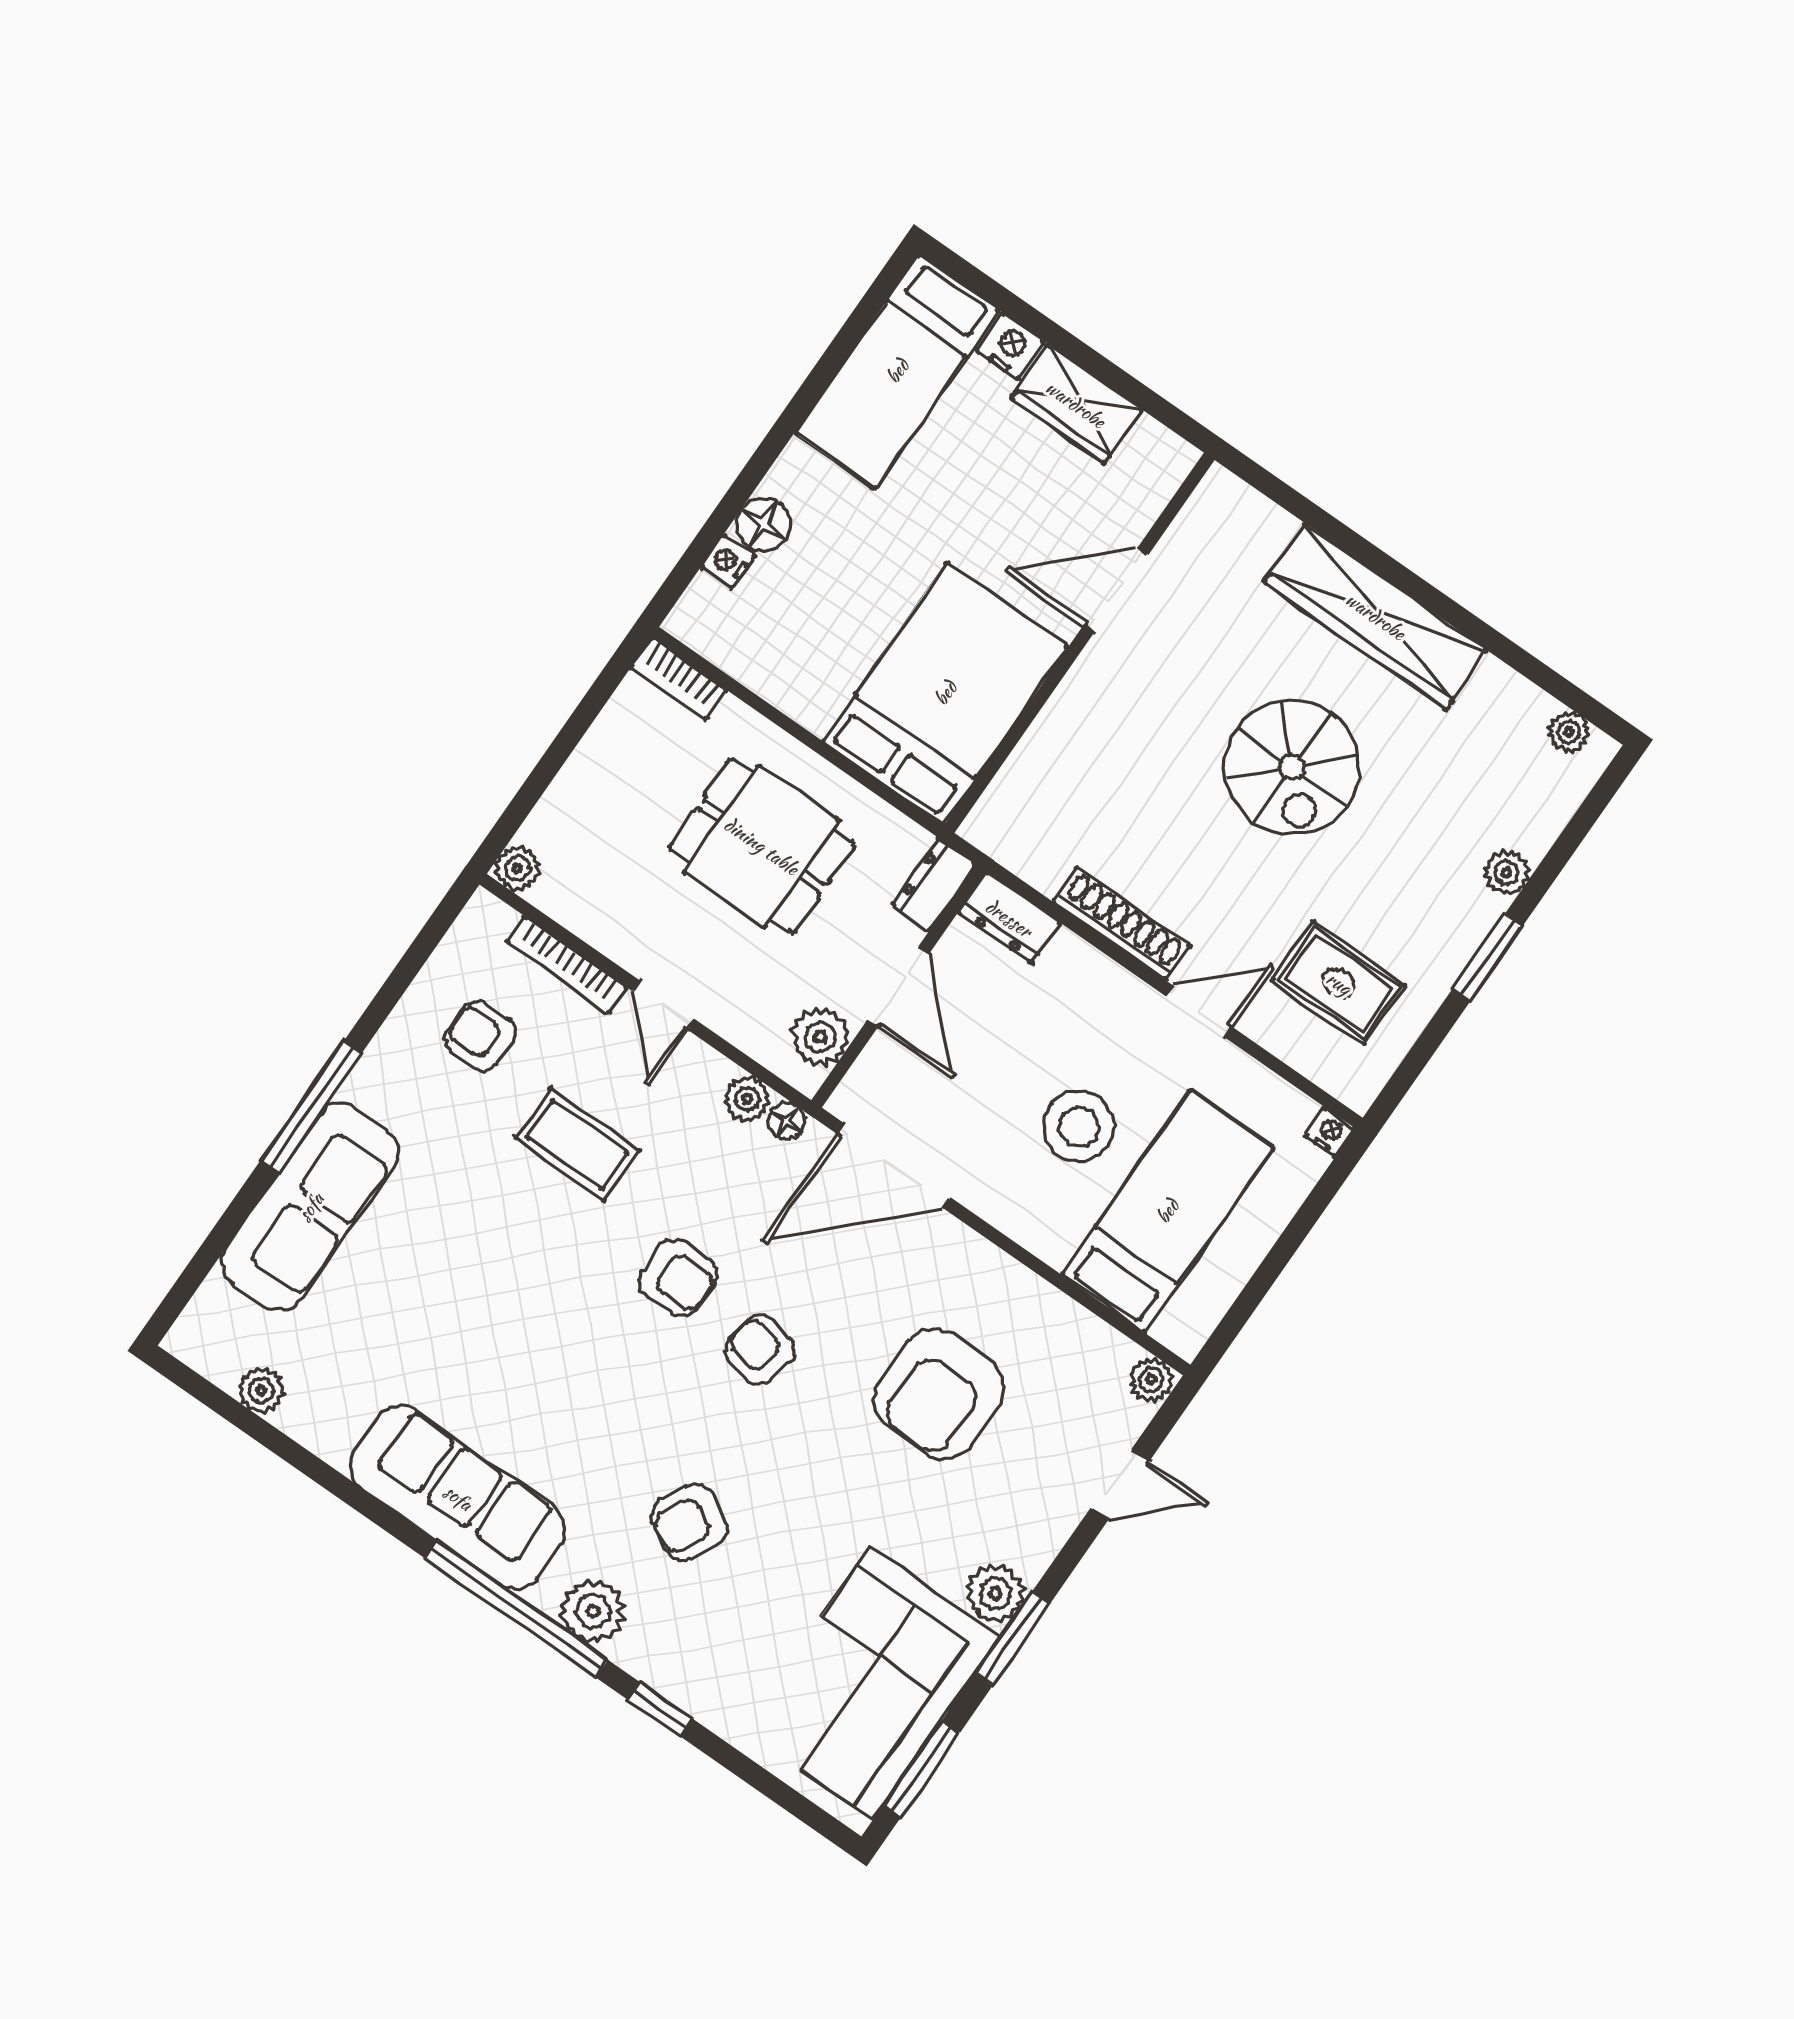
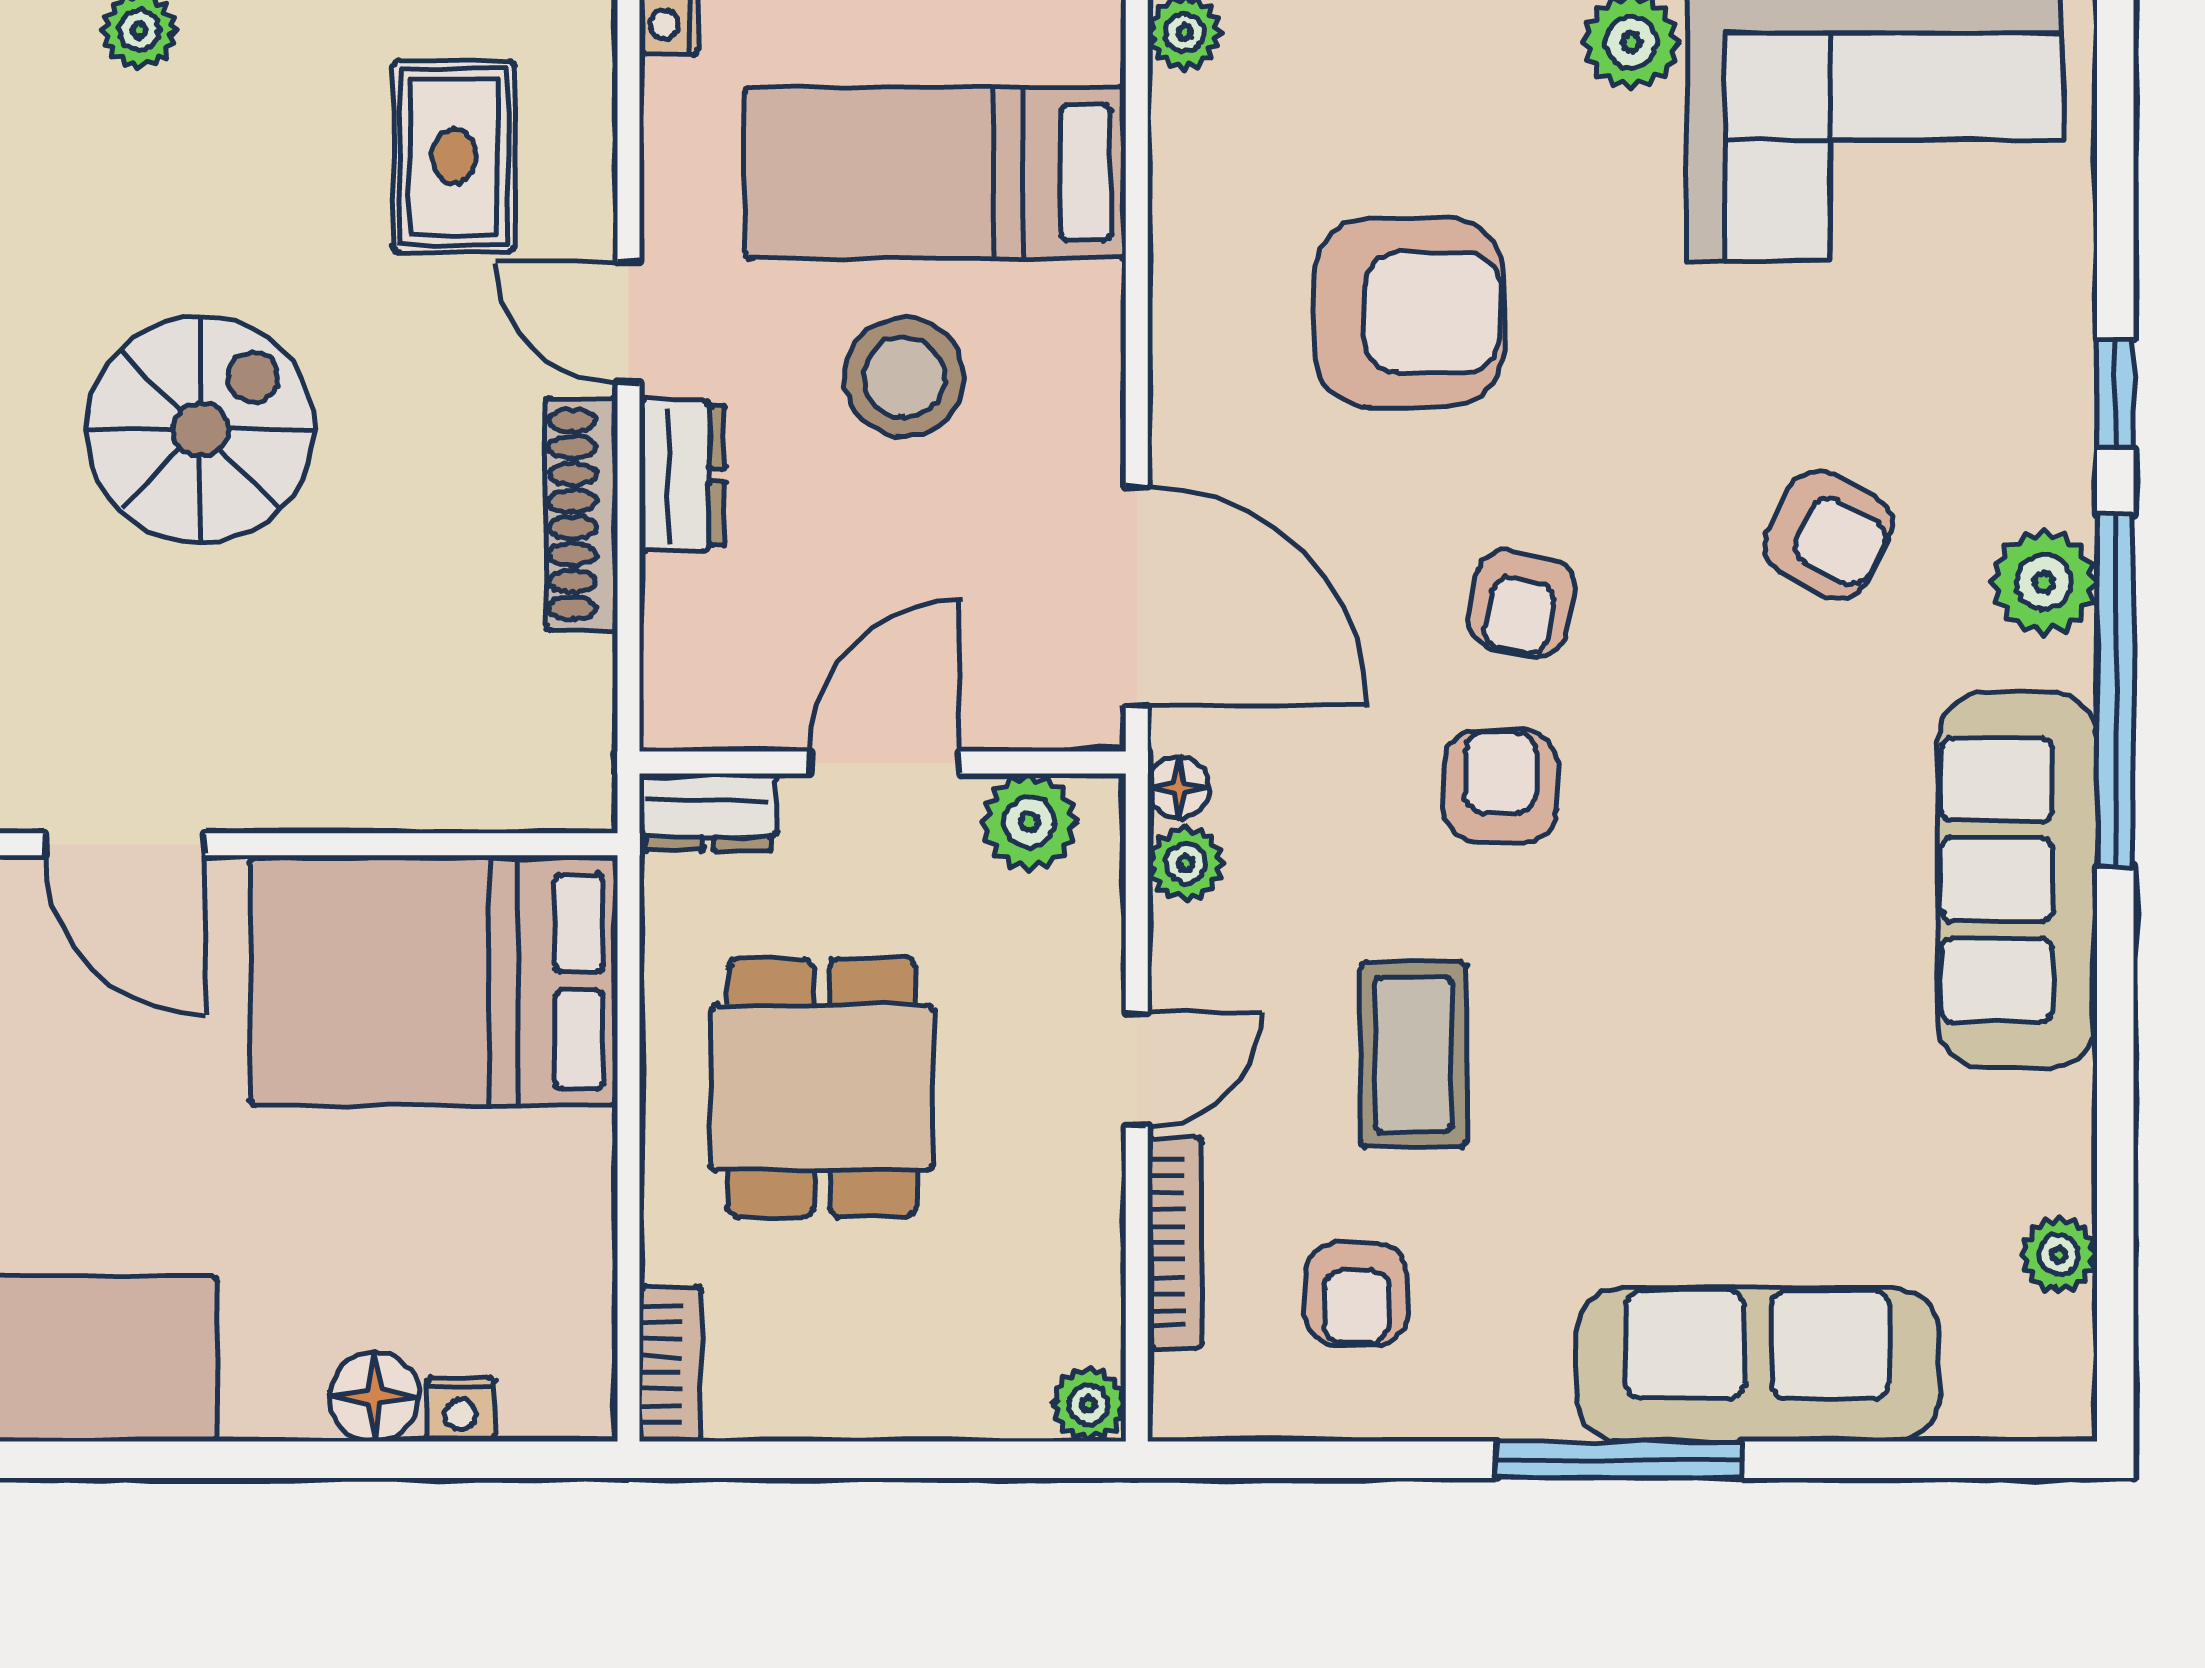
dresser: (1009, 918) -> (682, 475), moved

